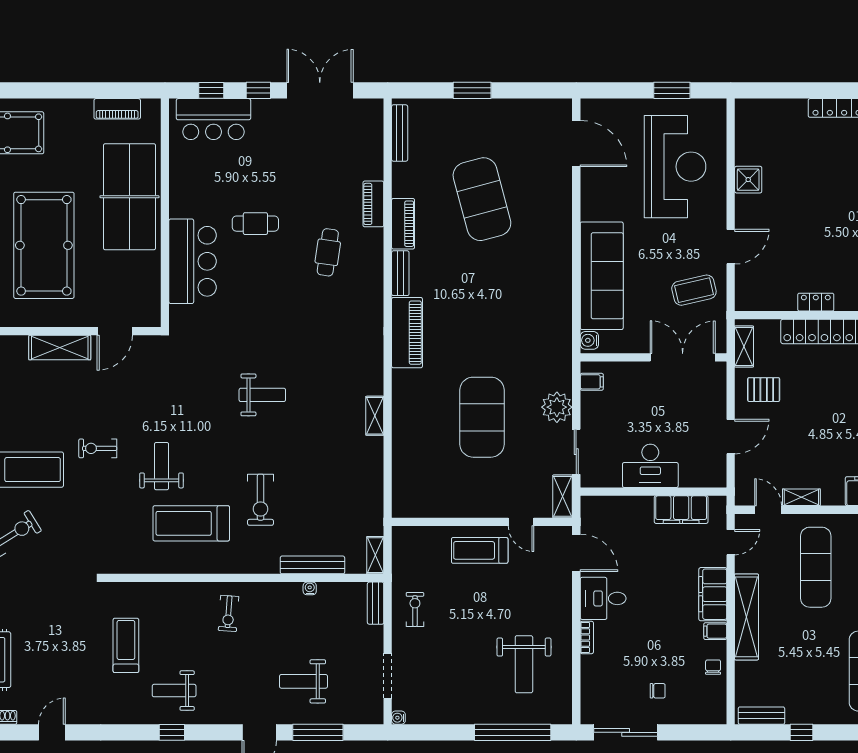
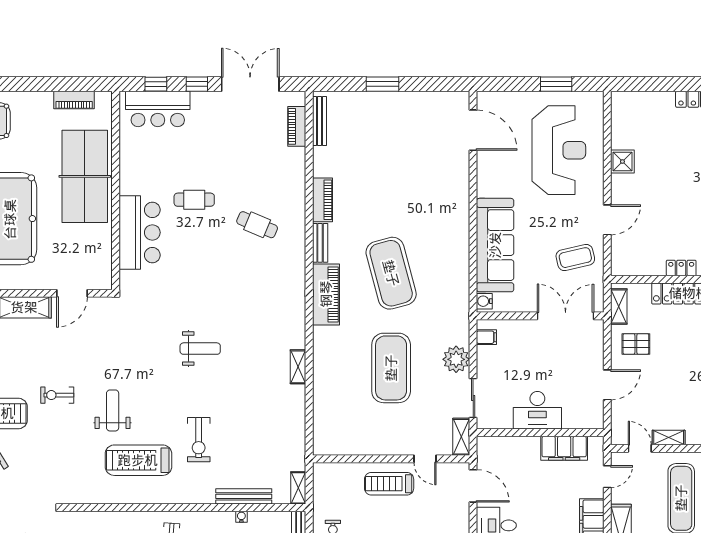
exercise mat: (482, 199) -> (391, 273), moved
piano: (373, 204) -> (297, 126), moved
cafe table: (328, 252) -> (257, 225), turned -75

